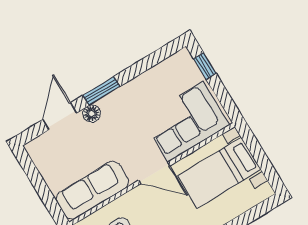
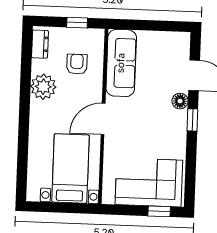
window: (101, 91) -> (192, 120), width x0.67
corner sofa: (186, 122) -> (149, 182), moved, turned -90

